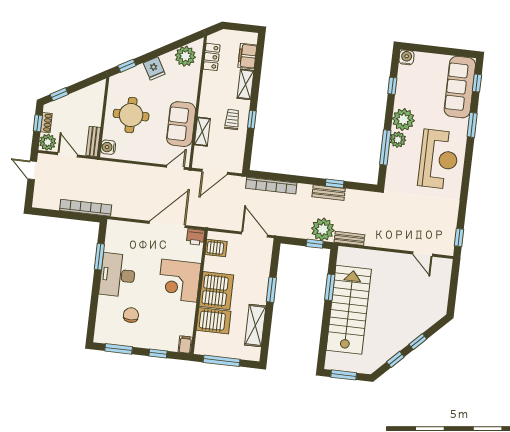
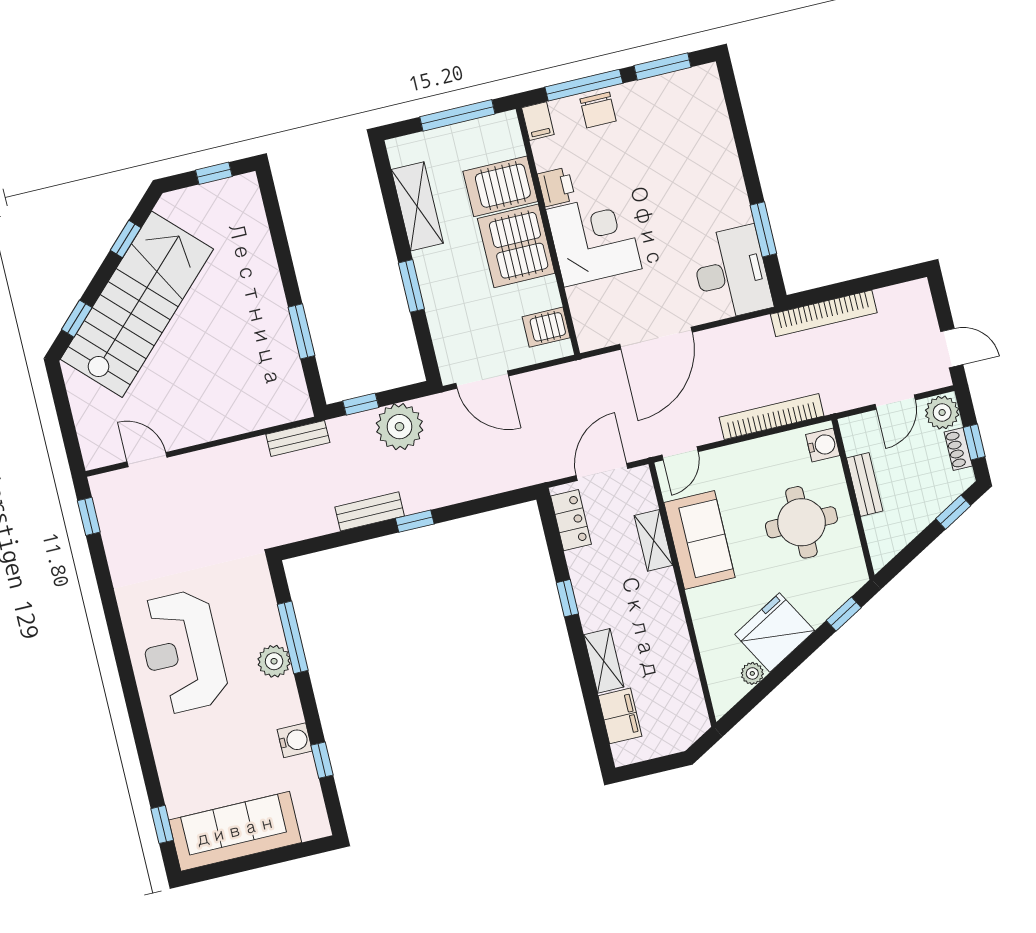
plant: (185, 56) -> (752, 673), width x0.53, depth x0.53
locker: (212, 57) -> (571, 520), moved, turned 180
water cooler: (407, 57) -> (295, 740), moved, turned -90
fridge: (154, 68) -> (775, 633), width x1.88, depth x1.34
sofa: (460, 87) -> (235, 831), moved, turned -90
trolley: (232, 119) -> (605, 584), removed
plant: (403, 120) -> (277, 703), removed
window: (472, 125) -> (142, 741), removed
bench: (93, 141) -> (865, 485), moved
door: (68, 155) -> (895, 402), hinge flipped
window: (335, 184) -> (415, 521), moved
bookcase: (271, 186) -> (772, 417), moved
plant: (323, 229) -> (399, 427), moved
printer: (196, 237) -> (556, 187), moved, turned 90
desk: (118, 275) -> (731, 273), moved
stairs: (349, 310) -> (137, 304), moved, turned -135
chair: (131, 315) -> (598, 110), moved
window: (418, 342) -> (77, 319), moved
window: (158, 353) -> (584, 85), width x2.17
window: (344, 375) -> (214, 173), width x0.67

